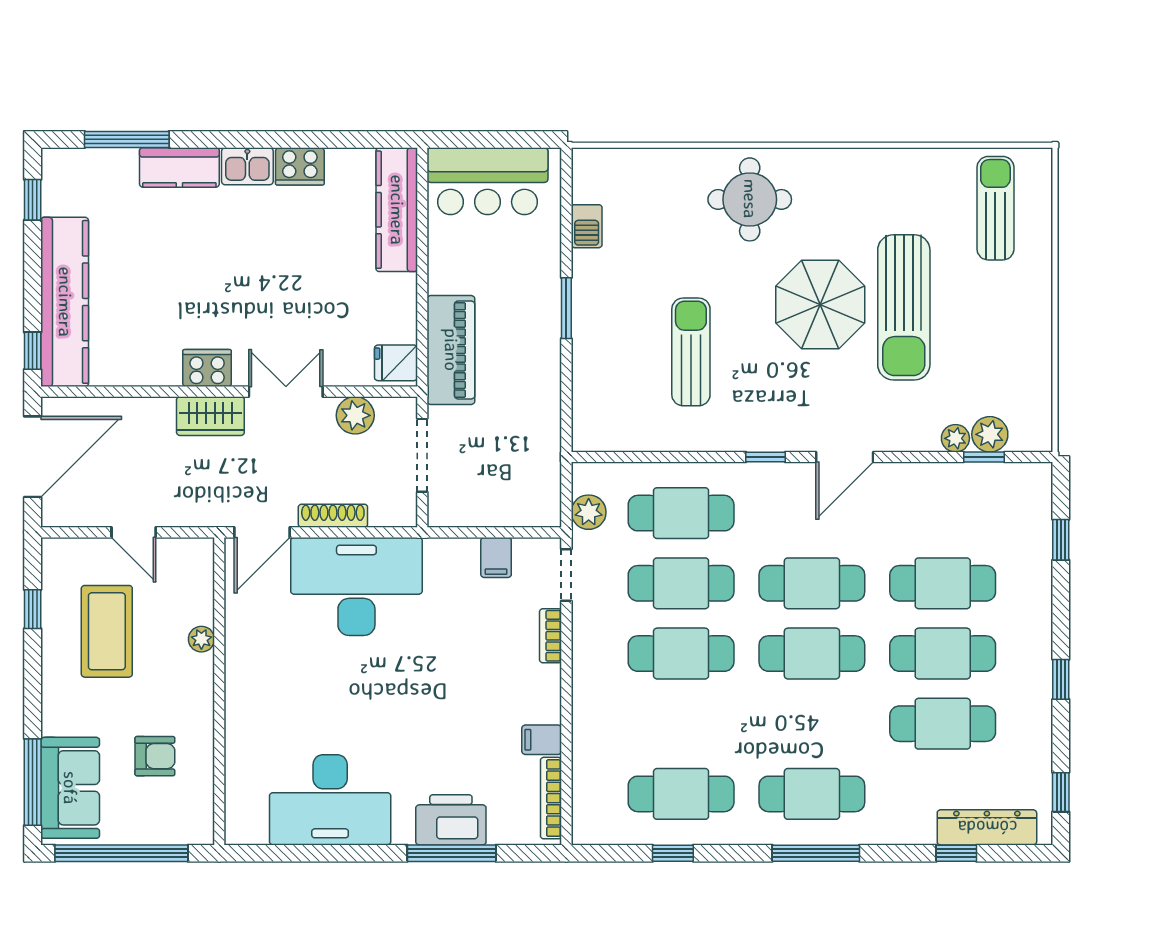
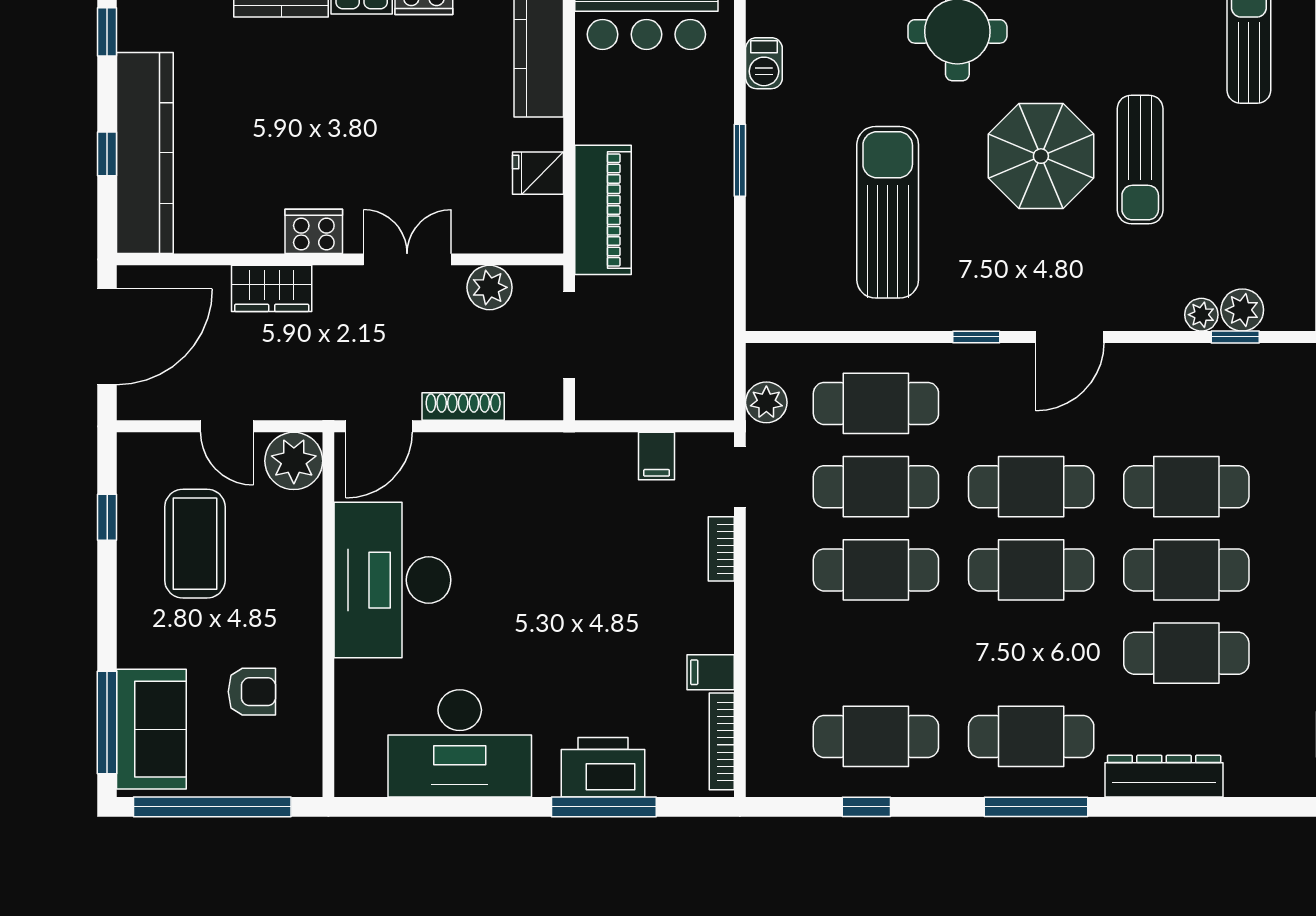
sun lounger: (904, 307) -> (1140, 159), width x0.73, depth x0.75
window: (33, 351) -> (107, 154), moved
sun lounger: (691, 352) -> (888, 212), width x1.36, depth x1.34
fridge: (396, 363) -> (538, 173), moved
wardrobe: (210, 416) -> (272, 288), moved
desk: (356, 586) -> (392, 580), moved, turned -90
plant: (201, 639) -> (294, 461), moved, width x1.88, depth x1.88
dresser: (987, 827) -> (1164, 776), moved
window: (956, 853) -> (1203, 807), removed

